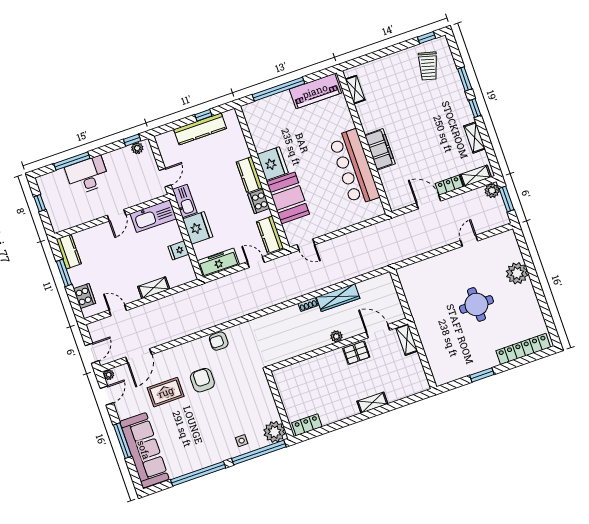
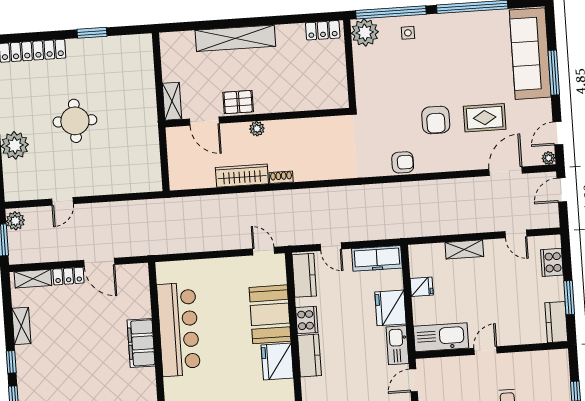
plant: (492, 191) -> (15, 221), moved
shelving: (372, 403) -> (235, 38), width x2.20, depth x1.33

